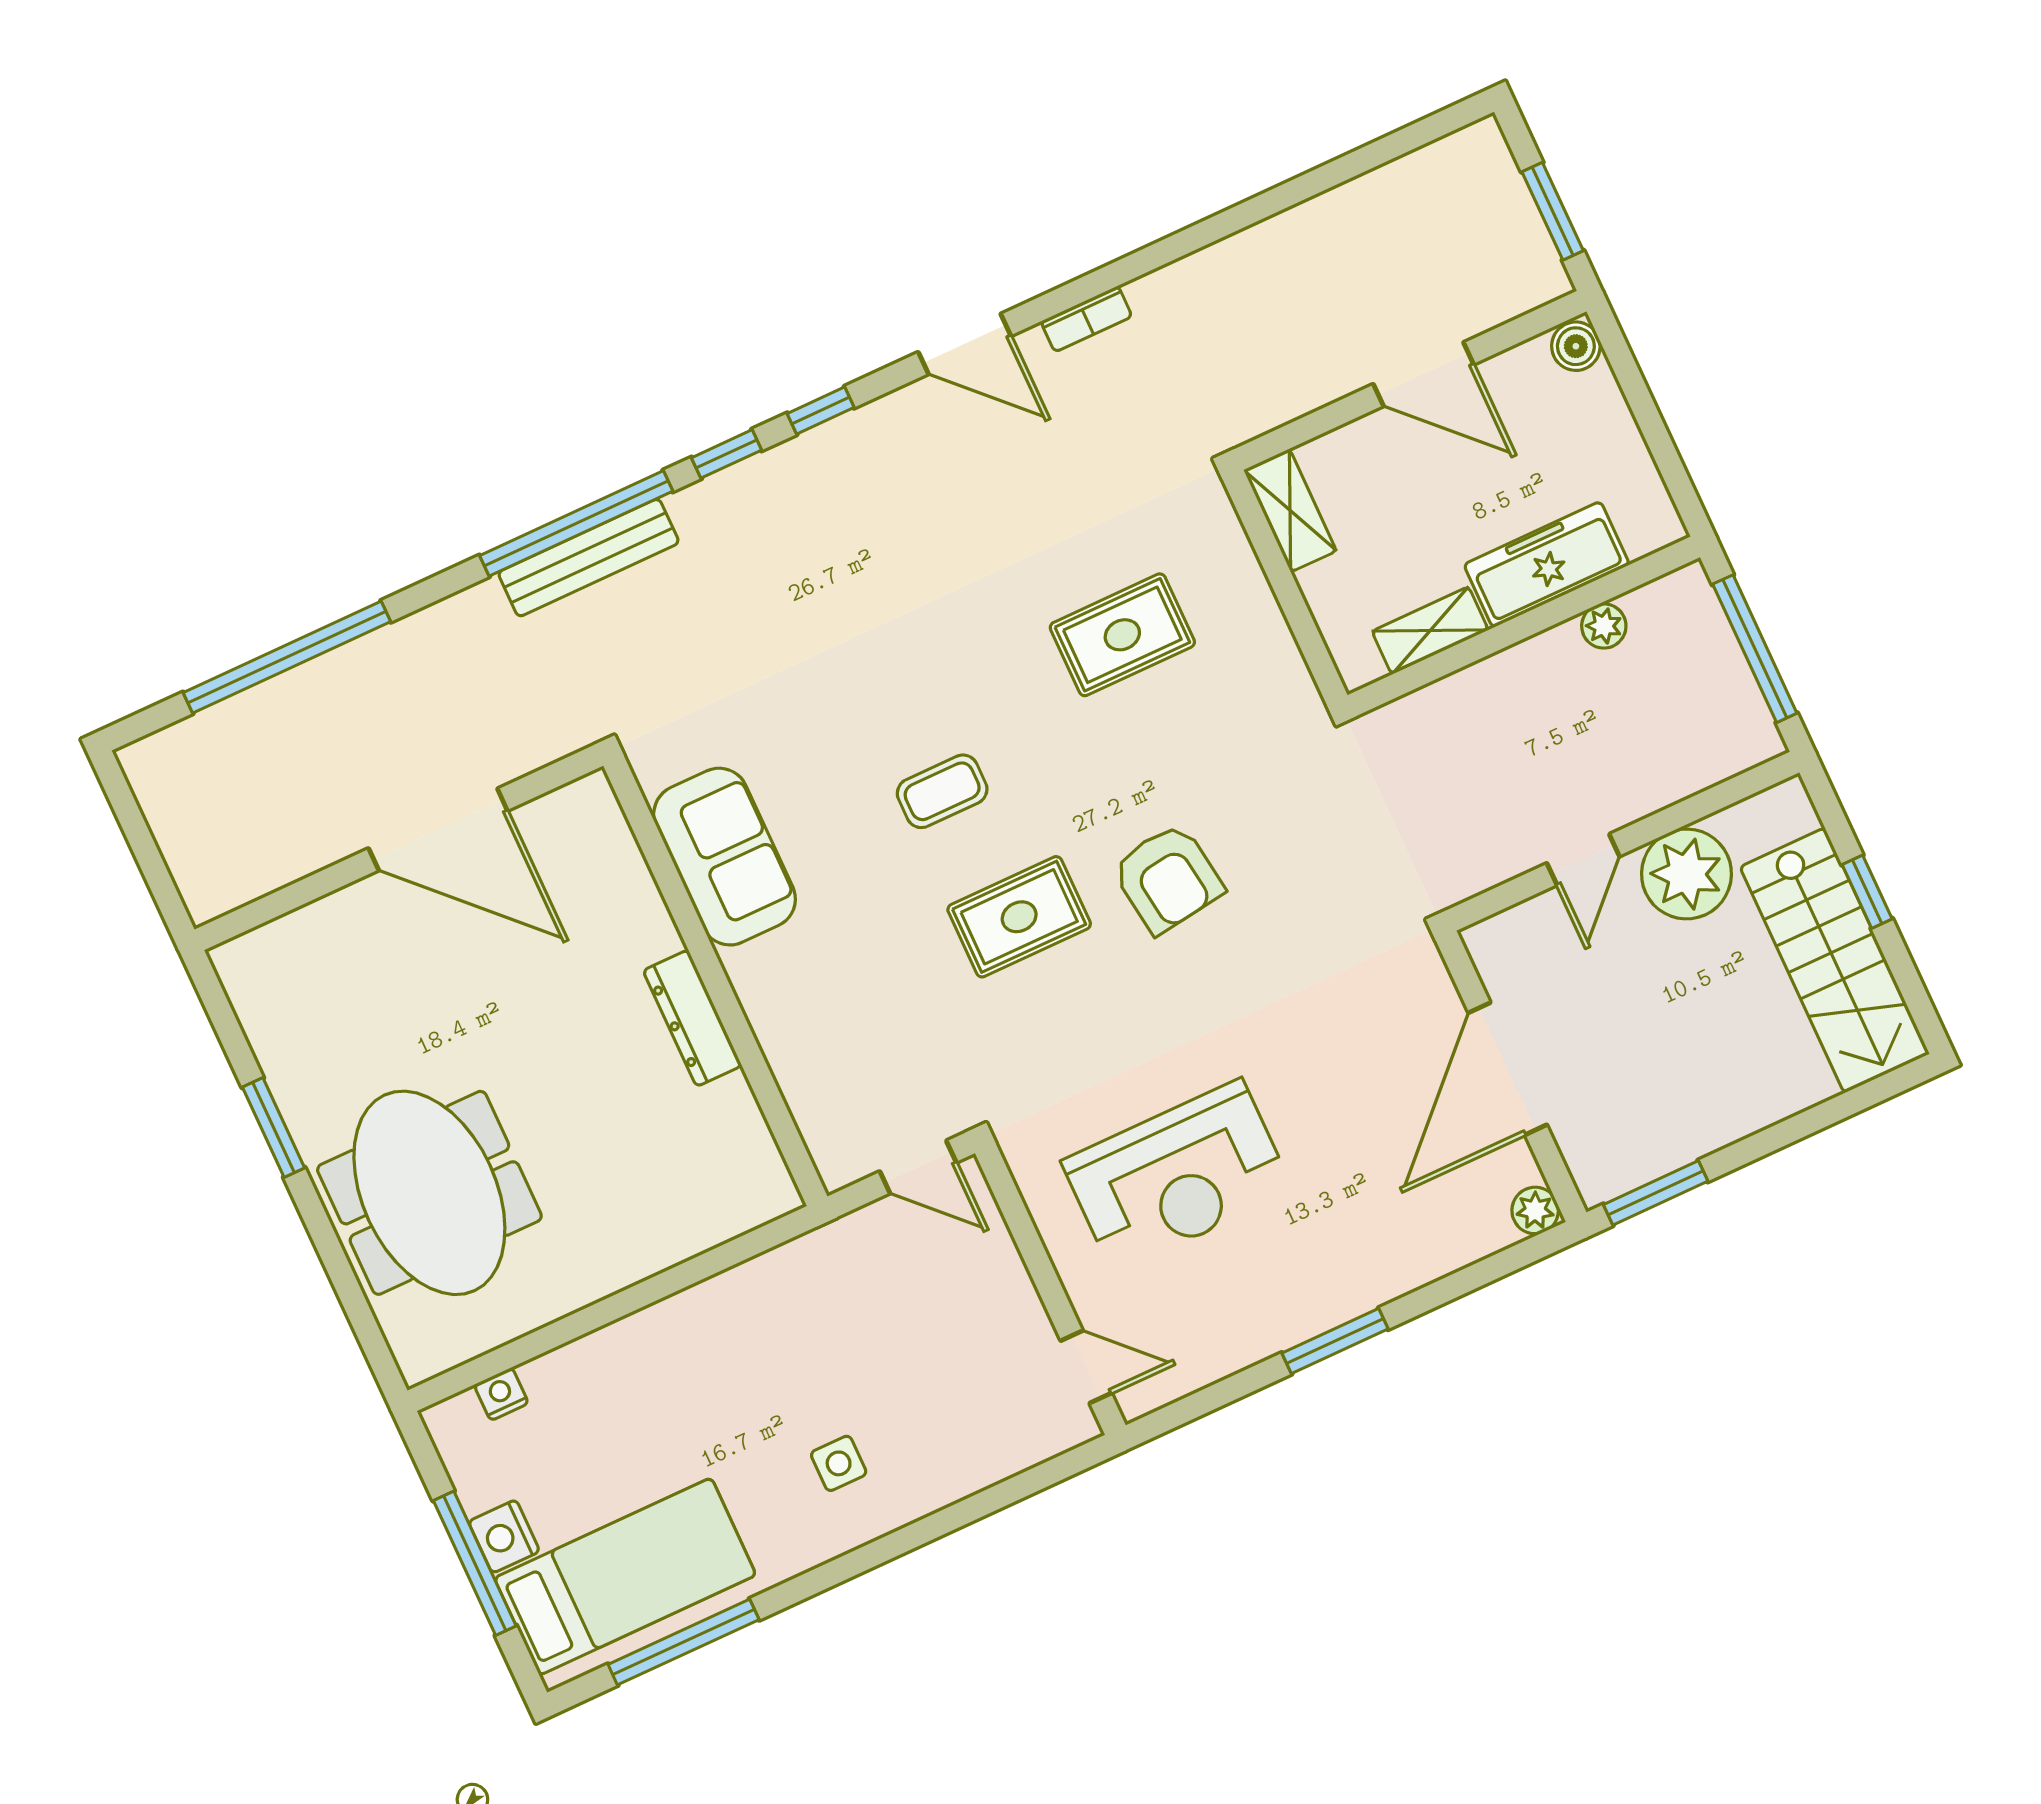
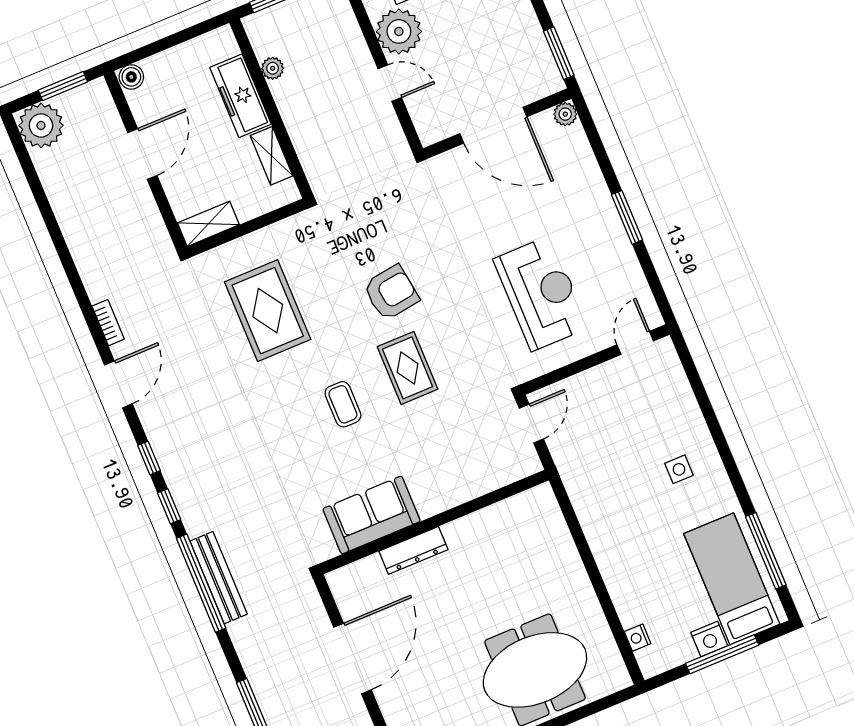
plant: (1473, 171) -> (41, 126), added
rug: (1122, 635) -> (268, 311), width x1.36, depth x1.43
dresser: (692, 1018) -> (413, 550), moved

